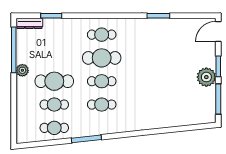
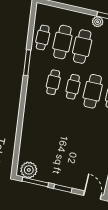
plant: (206, 77) -> (29, 170), moved
cafe table: (54, 105) -> (62, 42), width x1.37, depth x1.35

